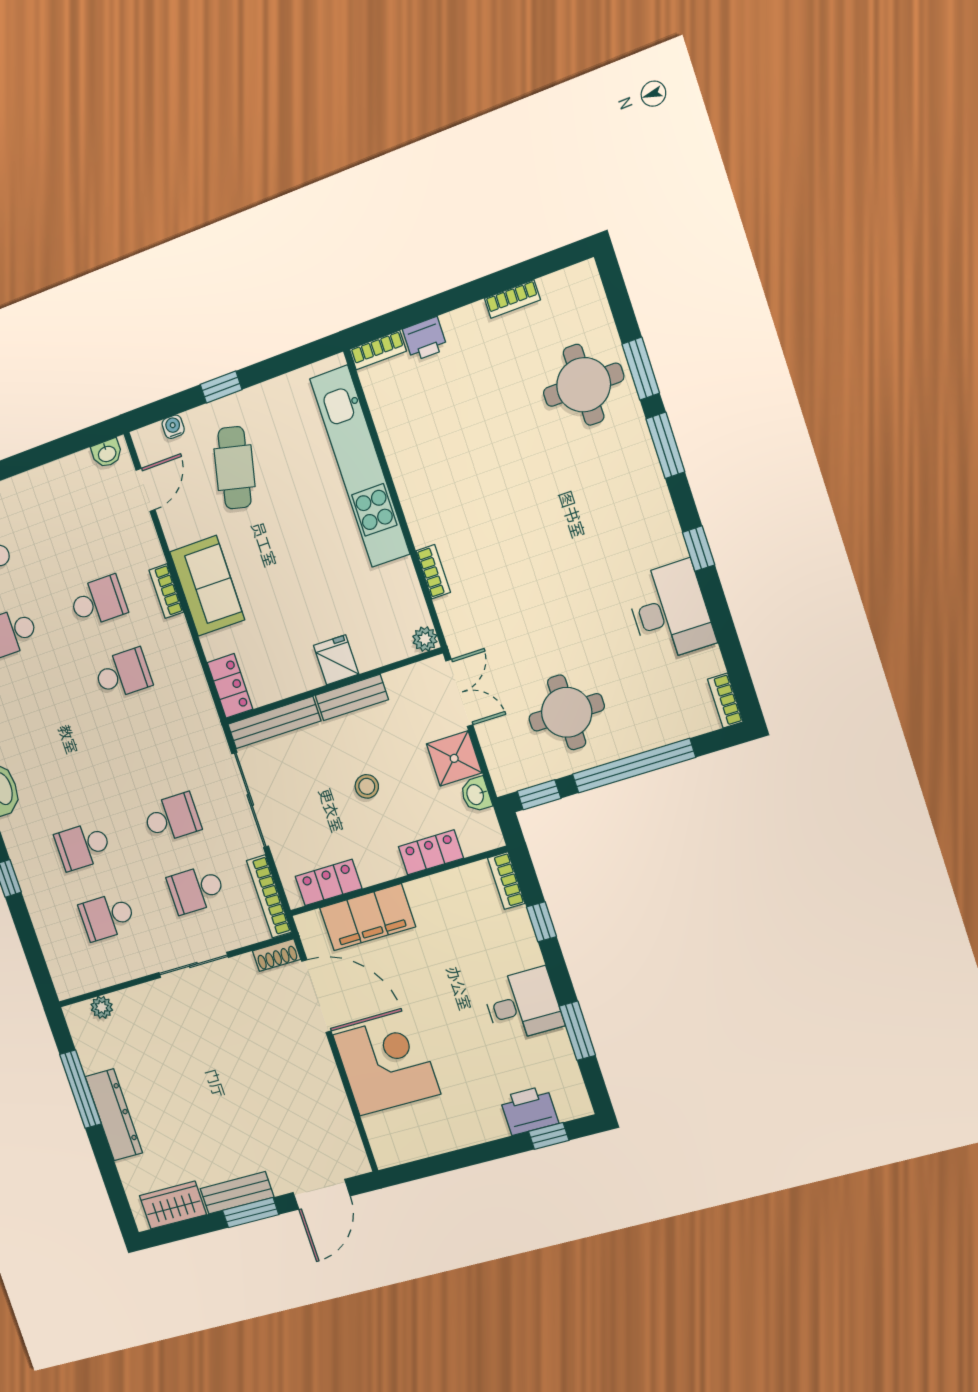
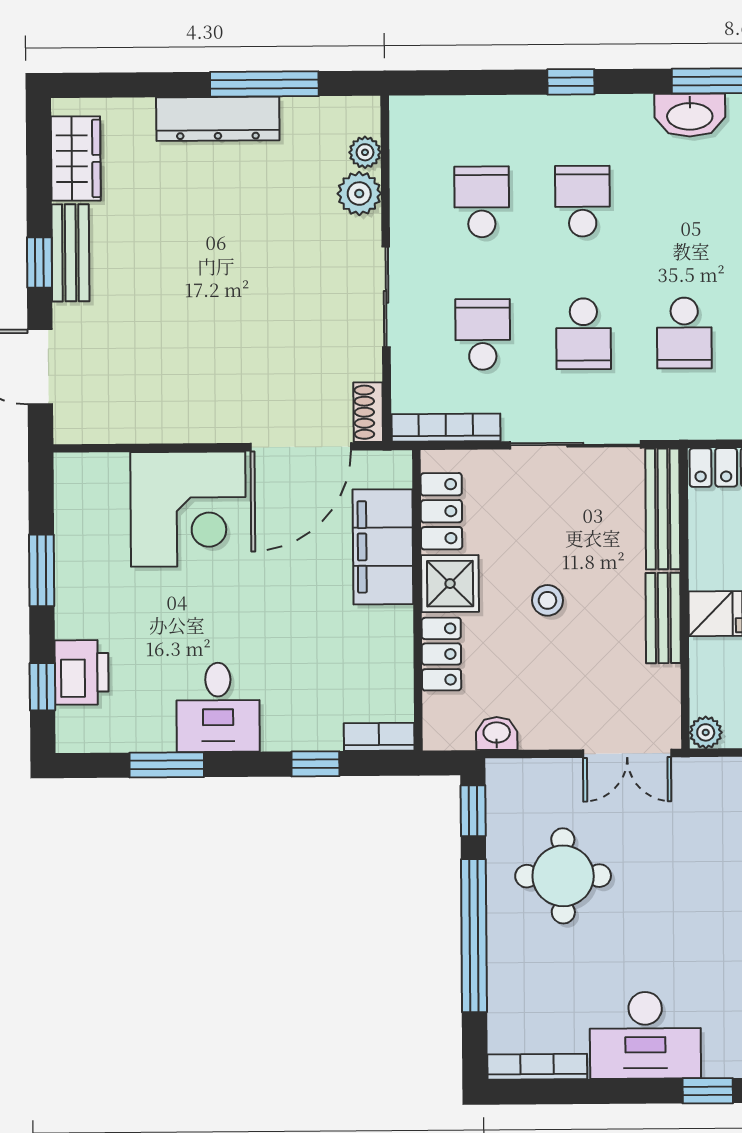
bookcase: (725, 701) -> (537, 1067), width x1.56
school desk: (147, 746) -> (684, 333), added
shower: (454, 758) -> (450, 584), moved
plant: (130, 1004) -> (359, 194), added
window: (464, 1158) -> (42, 570), added
window: (251, 1213) -> (39, 262), width x0.67

